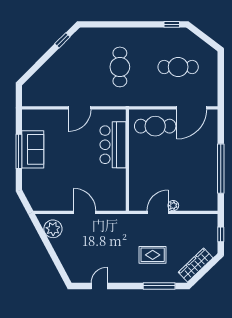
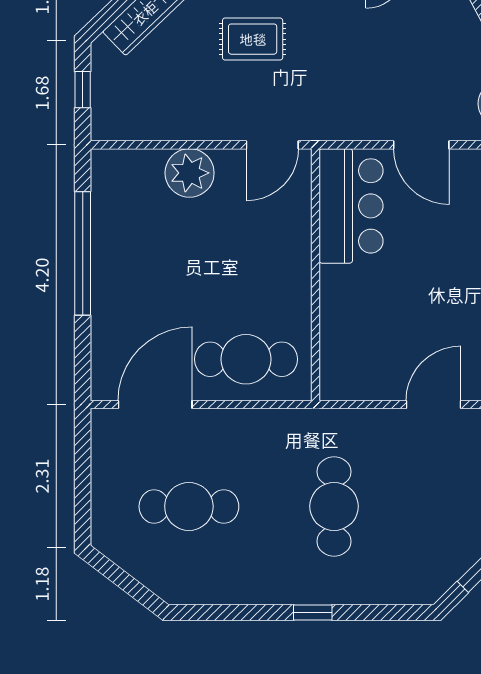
window: (172, 24) -> (313, 613), moved
bar counter: (113, 145) -> (351, 206), moved
plant: (173, 206) -> (190, 173), width x1.87, depth x1.87
door: (158, 212) -> (272, 145), moved

